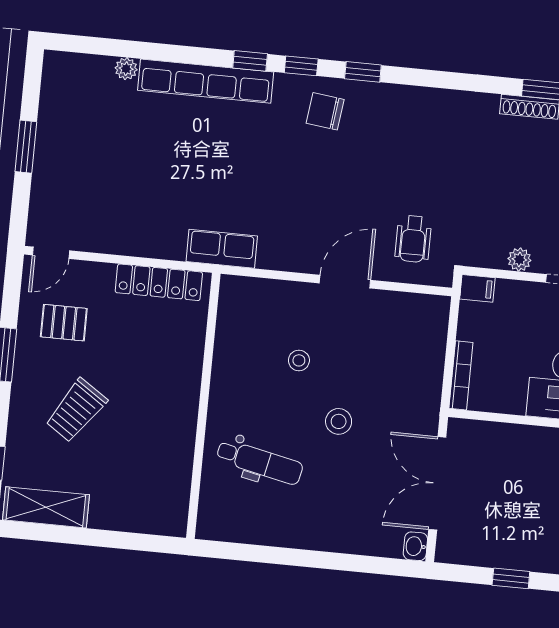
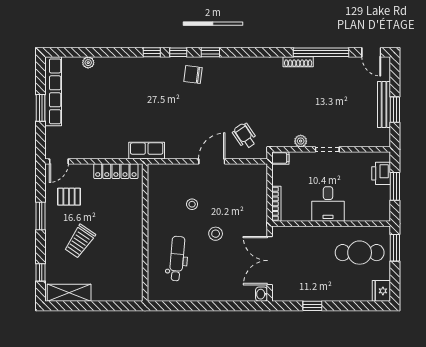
row of seats: (206, 81) -> (53, 91), moved, turned -90
wheelchair: (413, 239) -> (245, 136), turned 146
dental chair: (260, 462) -> (177, 259), turned -97

